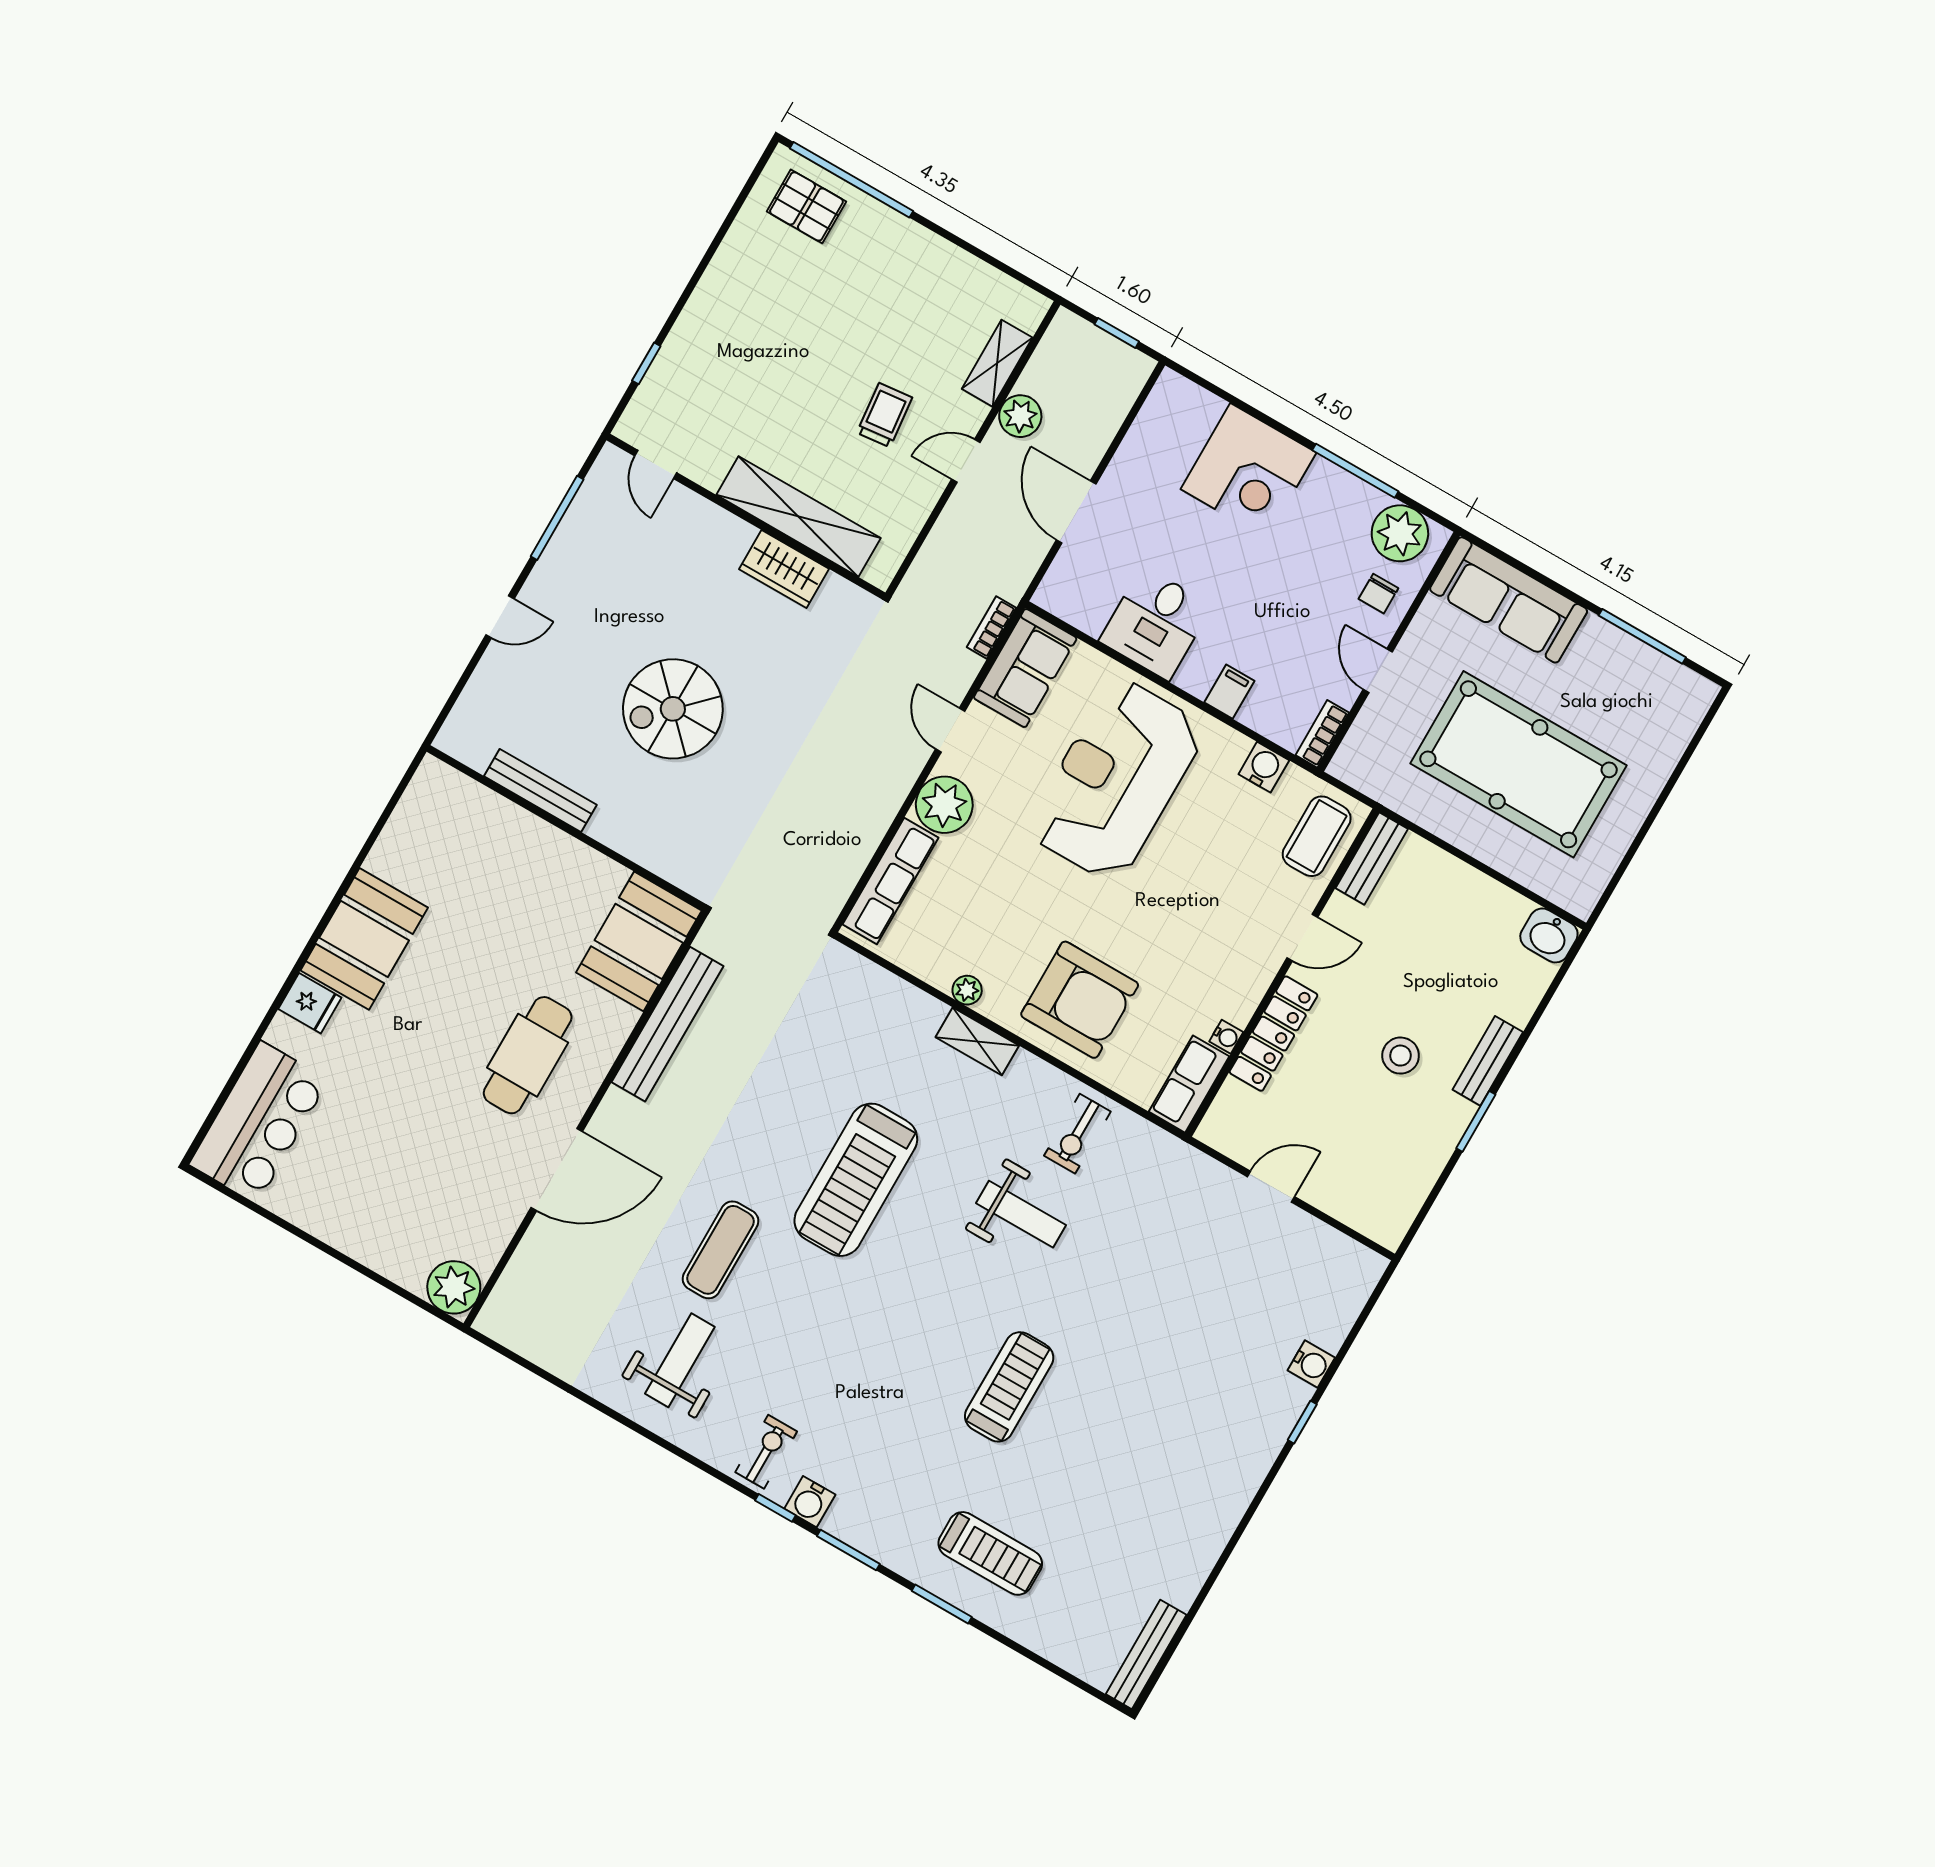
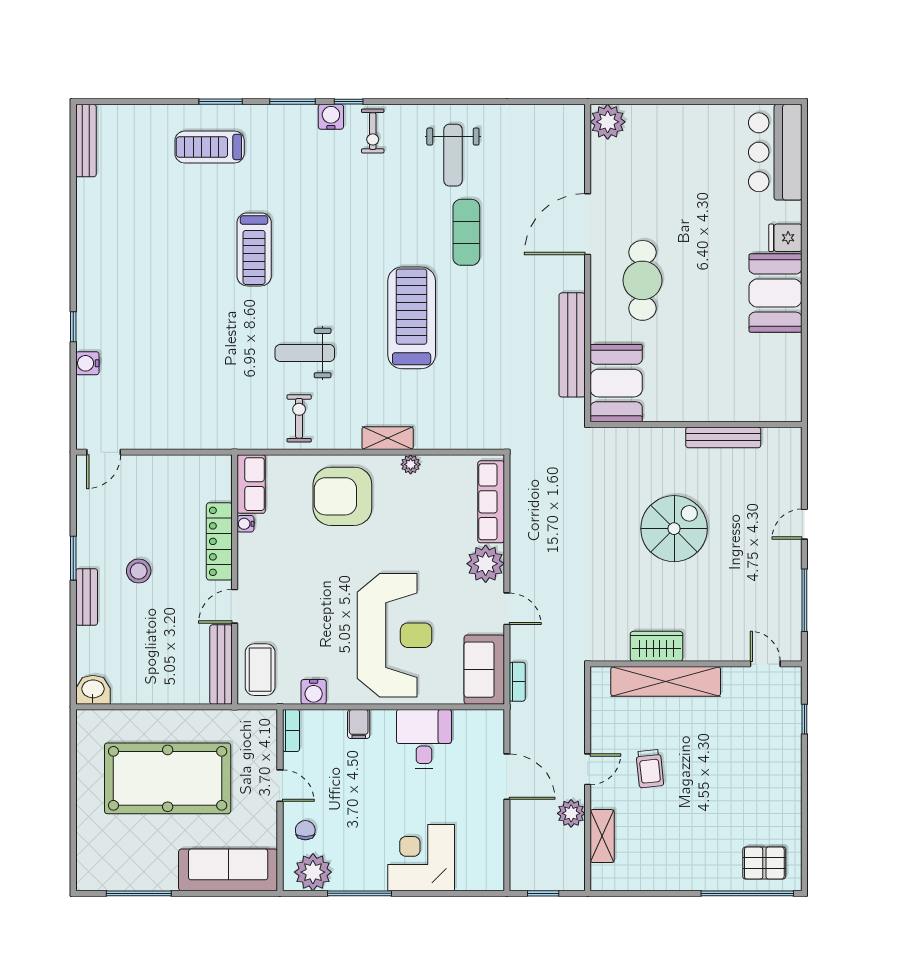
bench: (1372, 858) -> (221, 665), width x1.36
door: (1271, 1187) -> (104, 452), moved

